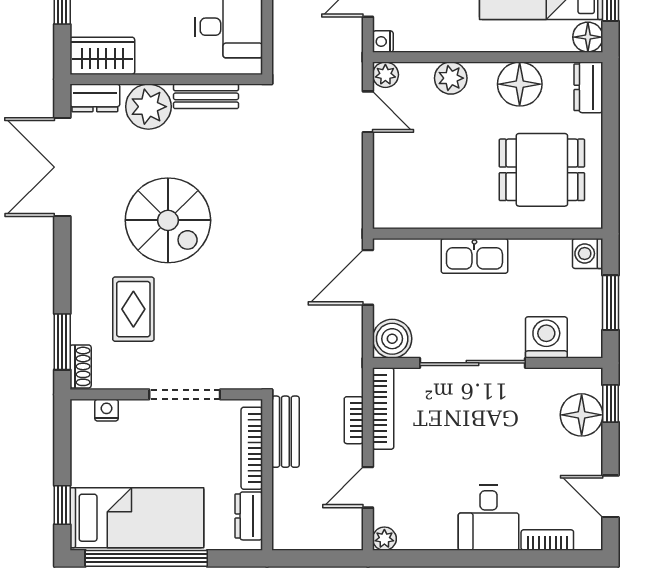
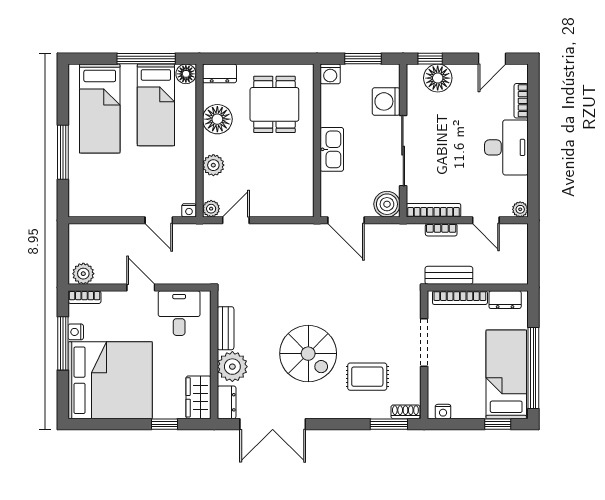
spiral stairs: (168, 220) -> (308, 354), turned 90
nightstand: (107, 410) -> (443, 412), moved, turned -90
desk: (489, 518) -> (506, 147), width x1.37

